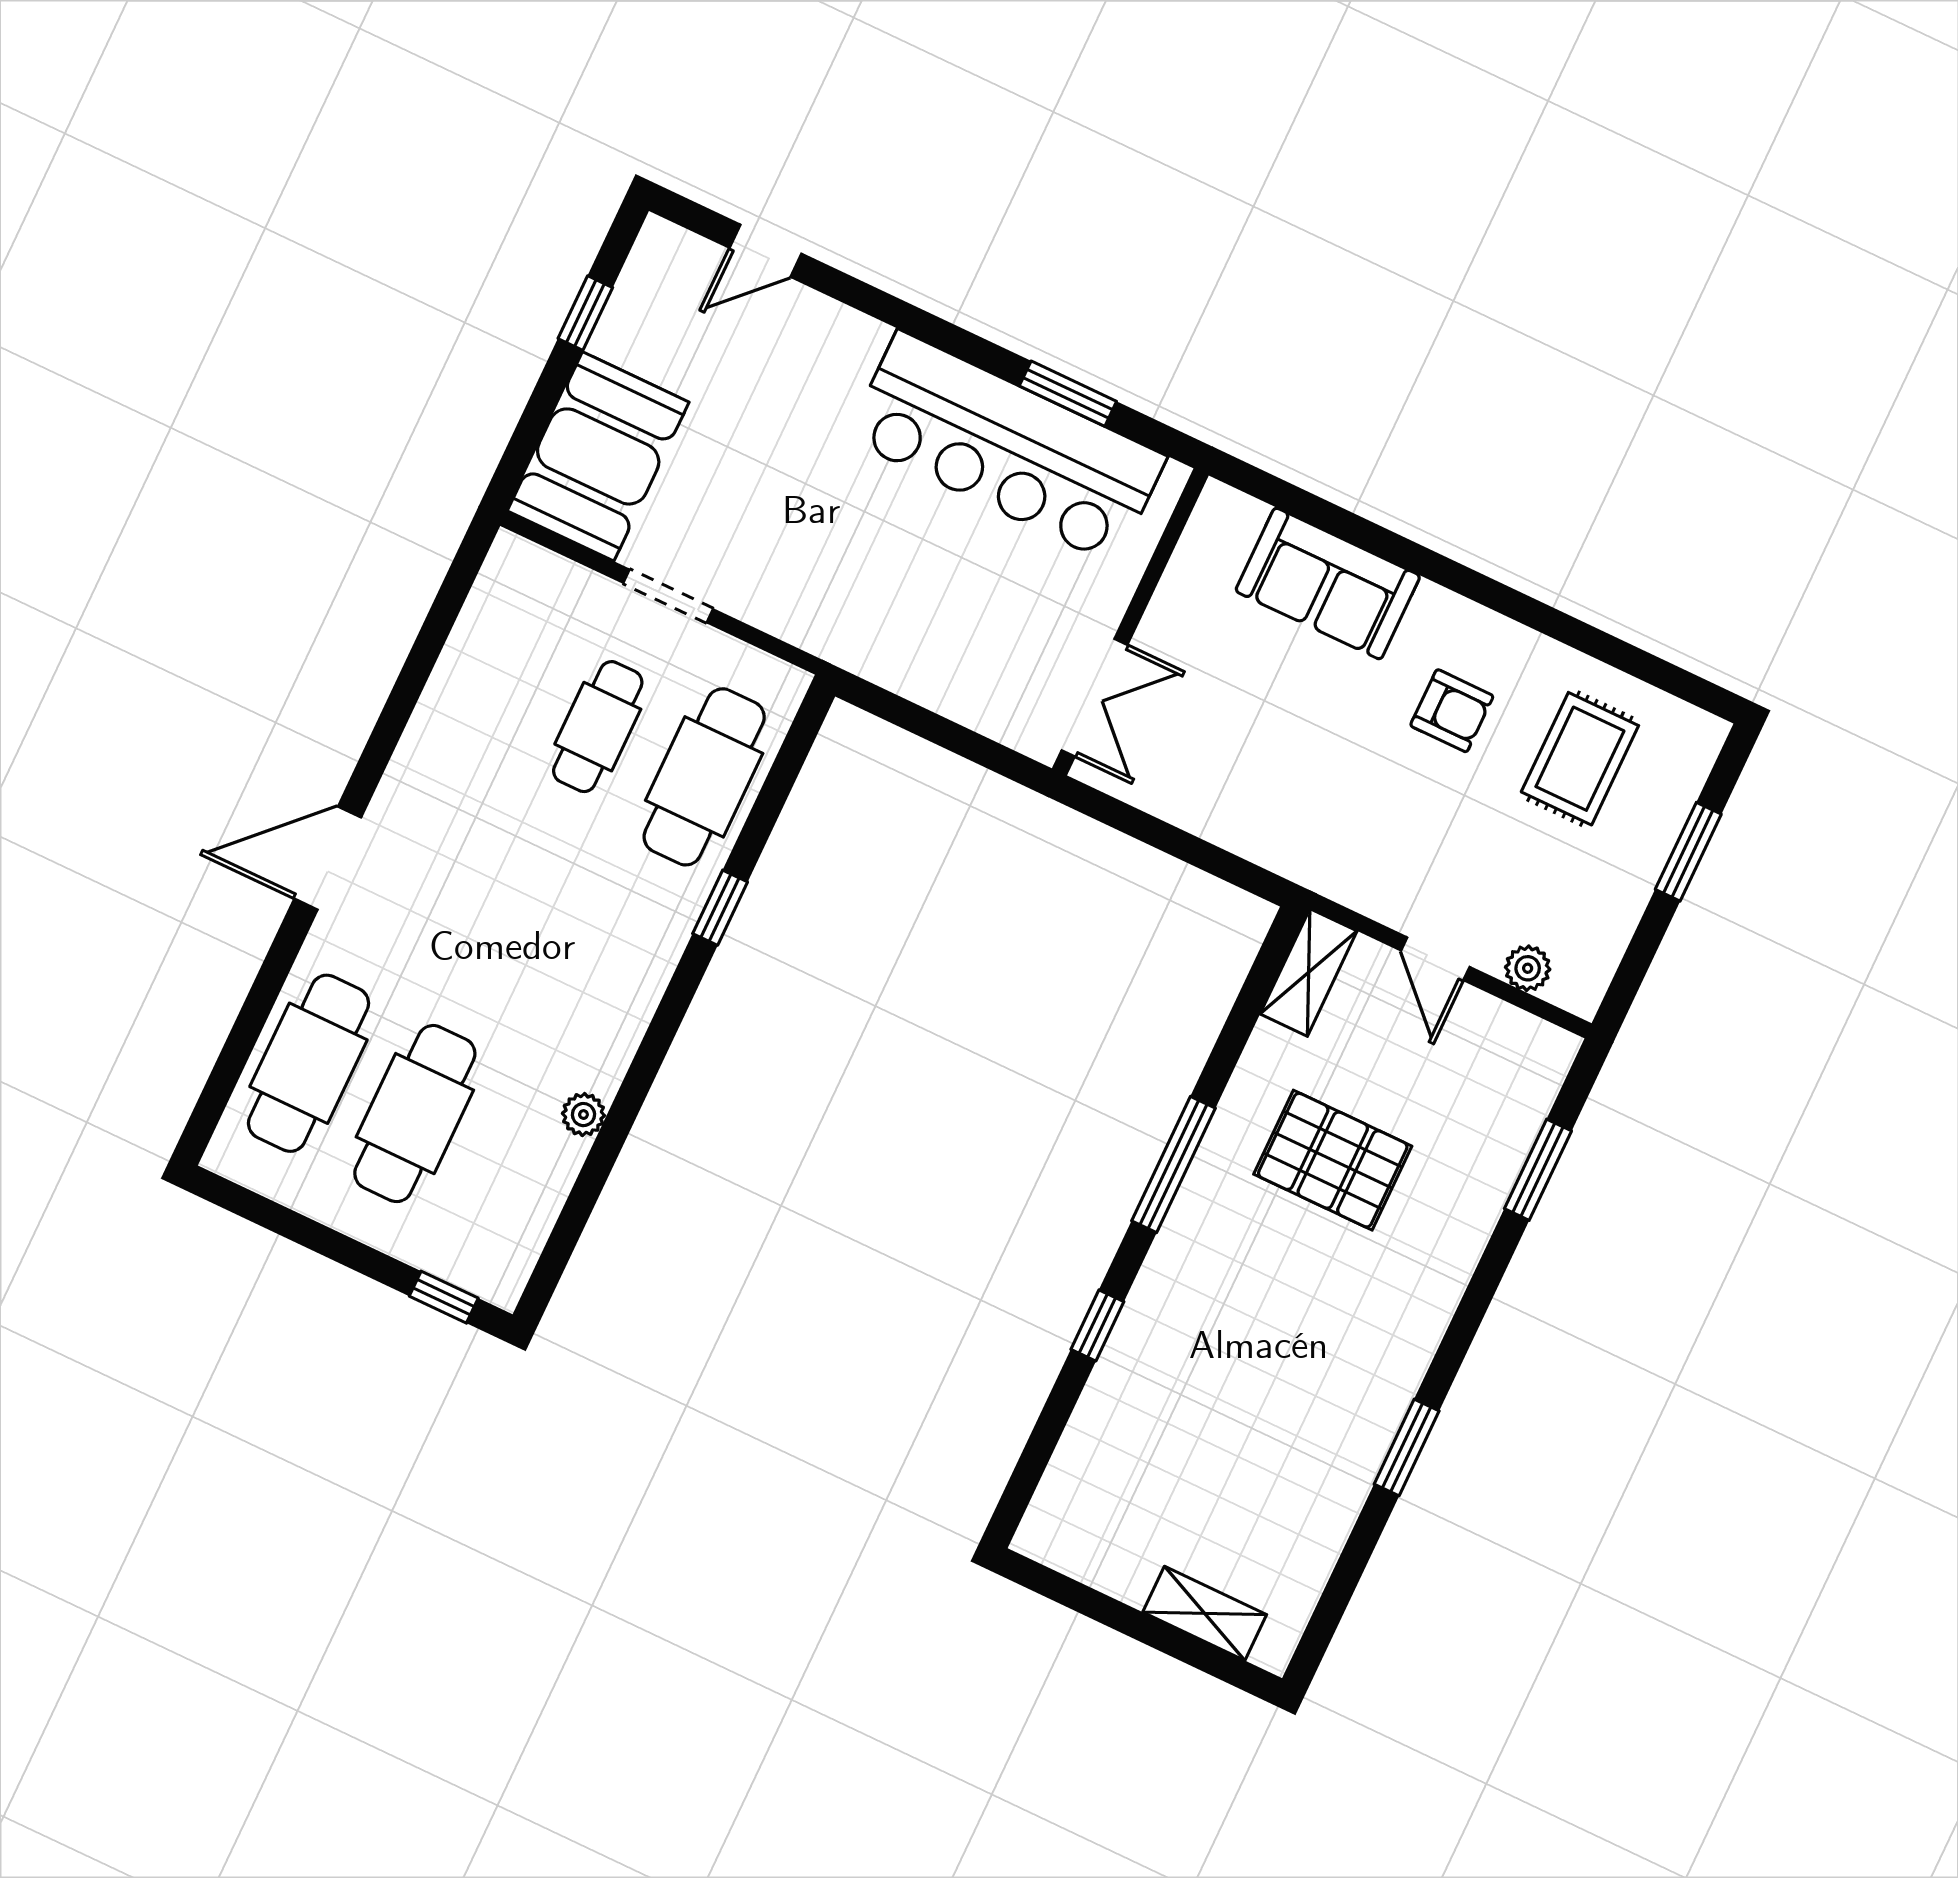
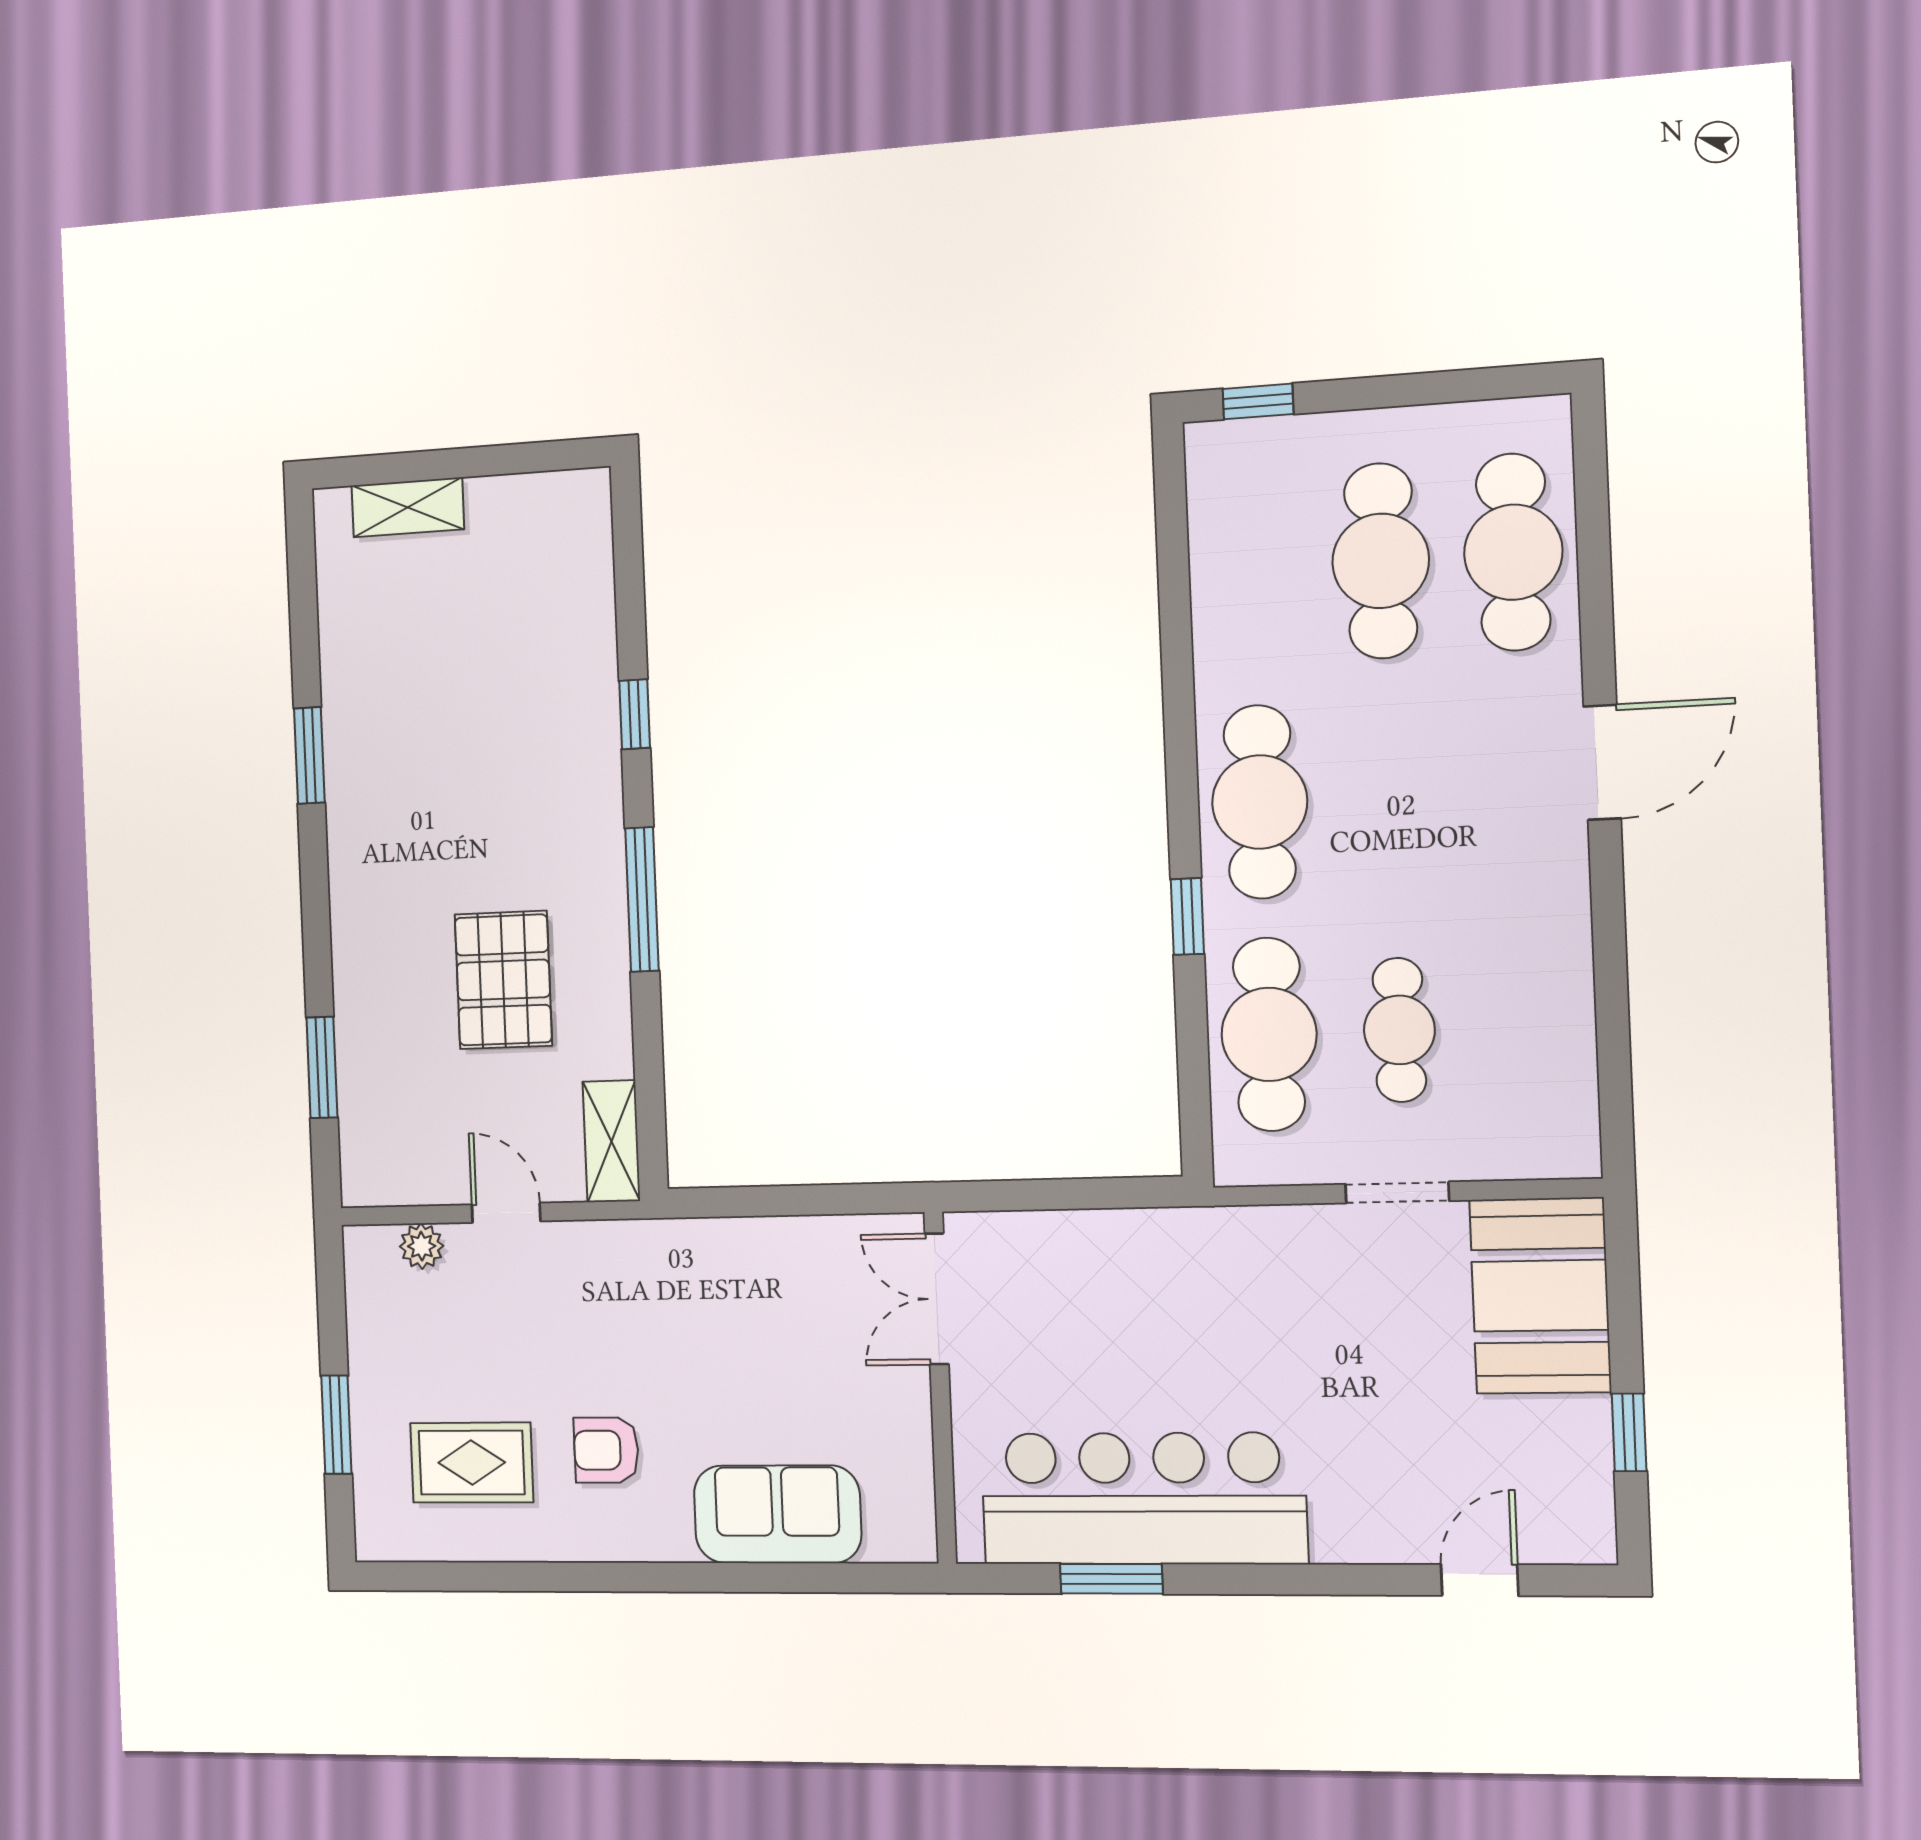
rug: (1580, 759) -> (472, 1463), turned 90
cafe table: (613, 970) -> (1260, 802), added
plant: (583, 1115) -> (1215, 649), removed
pallet: (1333, 1160) -> (503, 980), turned 90

